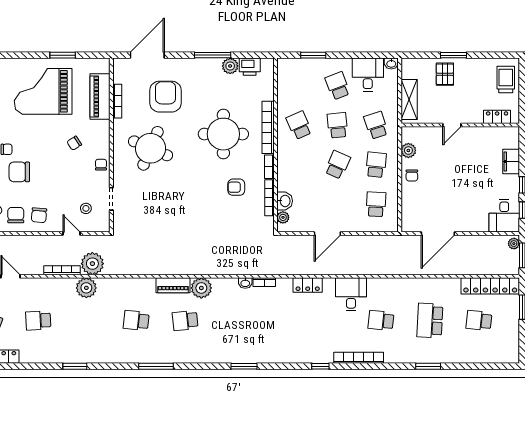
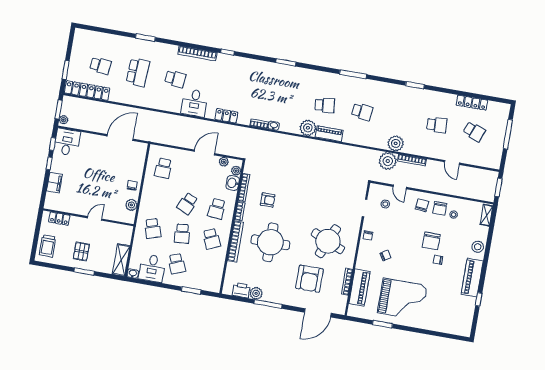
pallet: (445, 74) -> (81, 251), moved
shelving: (409, 100) -> (121, 260), moved
school desk: (376, 165) -> (217, 209), moved
chair: (19, 172) -> (431, 241), turned 90
plant: (301, 226) -> (224, 162), added

